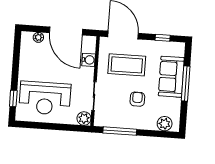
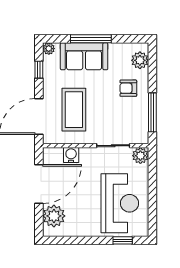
plant: (38, 37) -> (54, 216), width x1.88, depth x1.88
plant: (180, 47) -> (49, 49), added
armchair: (137, 99) -> (128, 88), moved

